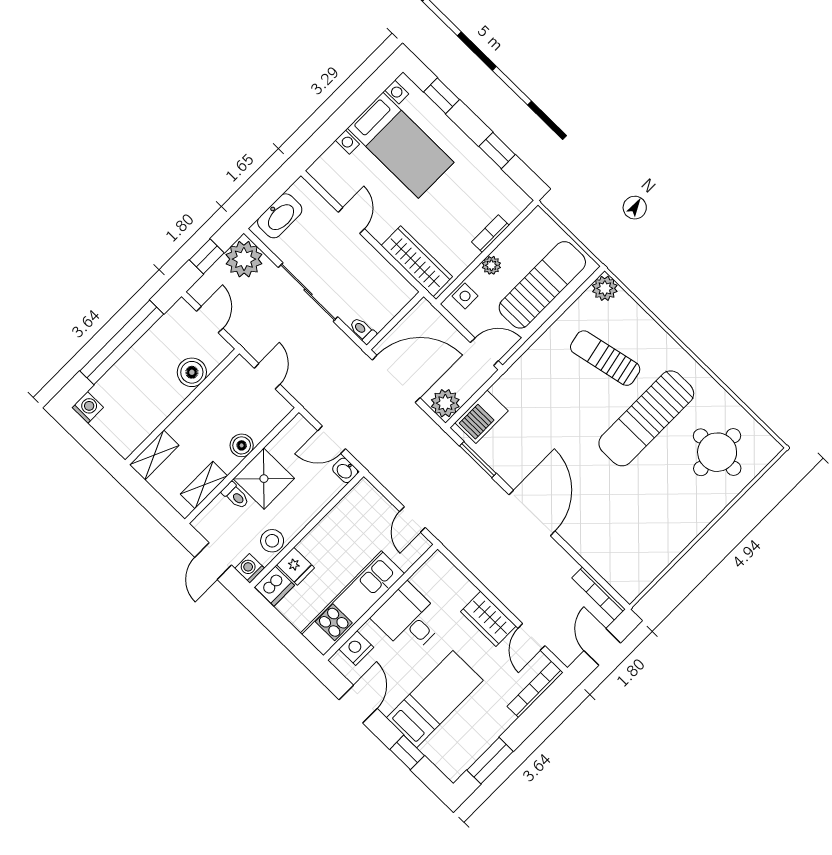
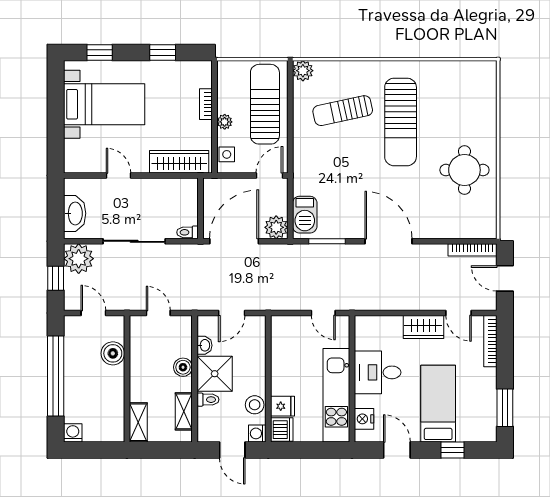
round table: (717, 452) -> (464, 170), moved
washbasin: (345, 470) -> (204, 345), moved, turned -90

